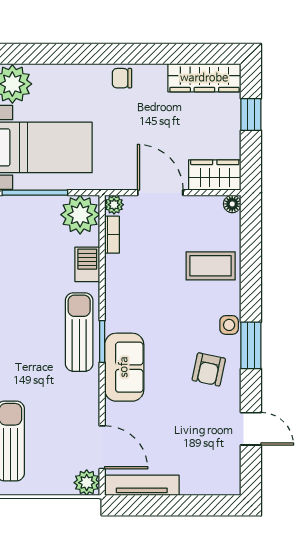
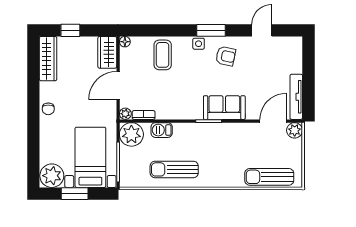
sun lounger: (79, 332) -> (174, 169), moved

